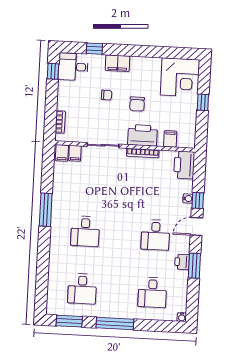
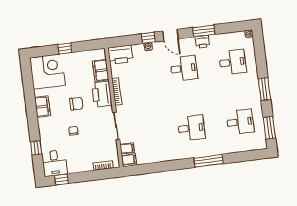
filing cabinet: (118, 63) -> (42, 107), moved
filing cabinet: (170, 139) -> (101, 70), width x2.00
window: (46, 210) -> (209, 161), moved
window: (115, 324) -> (264, 89), width x0.69

